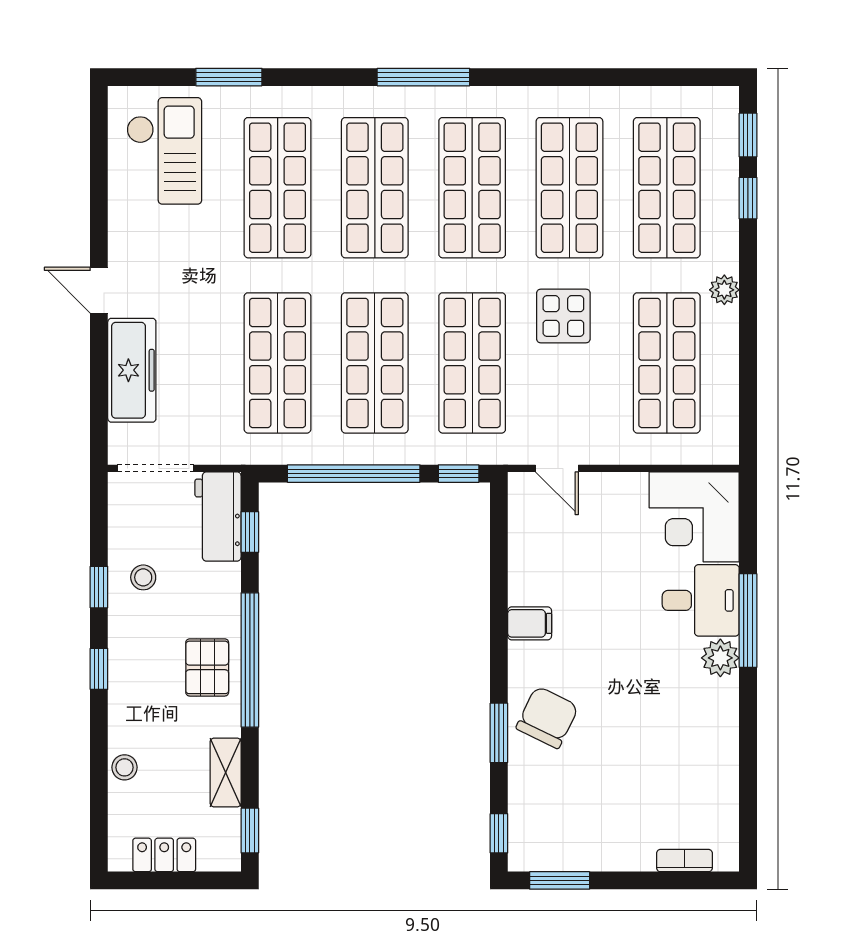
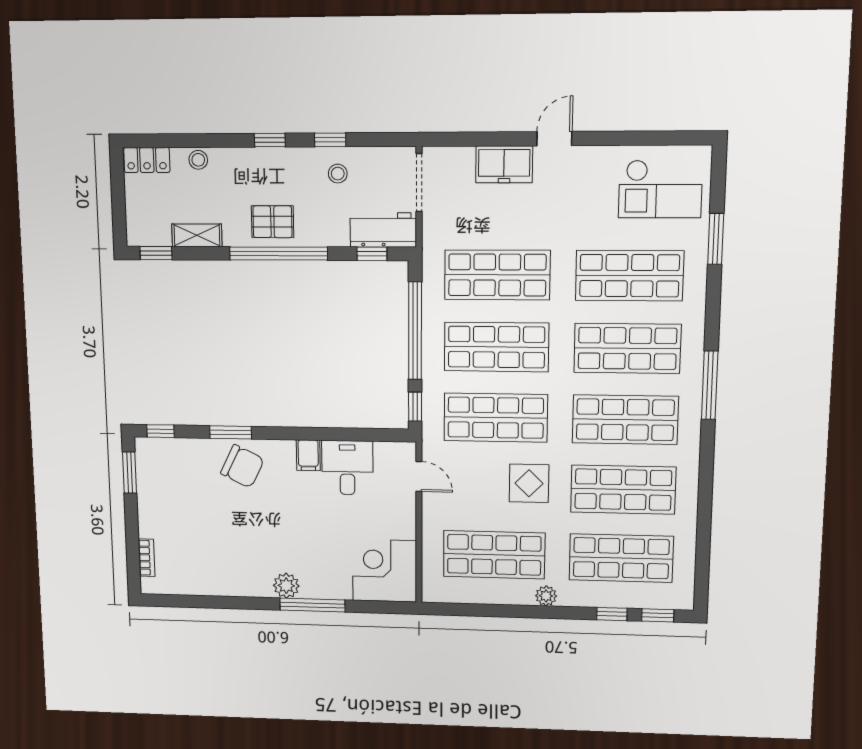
freezer: (132, 370) -> (504, 164), width x0.71
door: (557, 468) -> (419, 476), swing flipped
desk: (701, 600) -> (347, 468), moved, turned 180
locker: (164, 855) -> (147, 160), moved, turned 90

